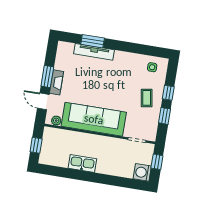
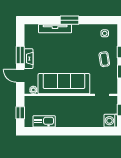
window: (93, 41) -> (69, 20), moved
kitchen sink: (82, 163) -> (44, 121), moved

